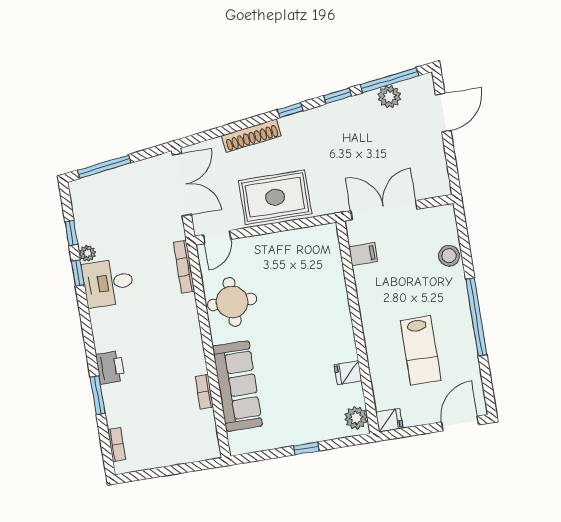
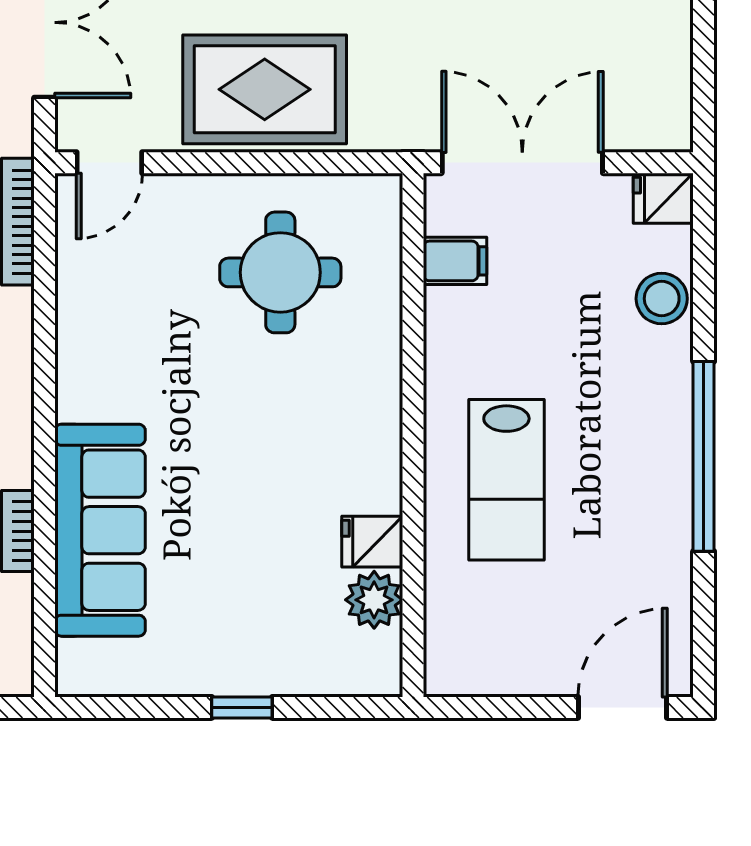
round table: (232, 302) -> (280, 272), moved
lab bench: (421, 350) -> (506, 480), moved
plant: (356, 418) -> (374, 600), moved
fridge: (389, 420) -> (663, 198), moved, turned 180

